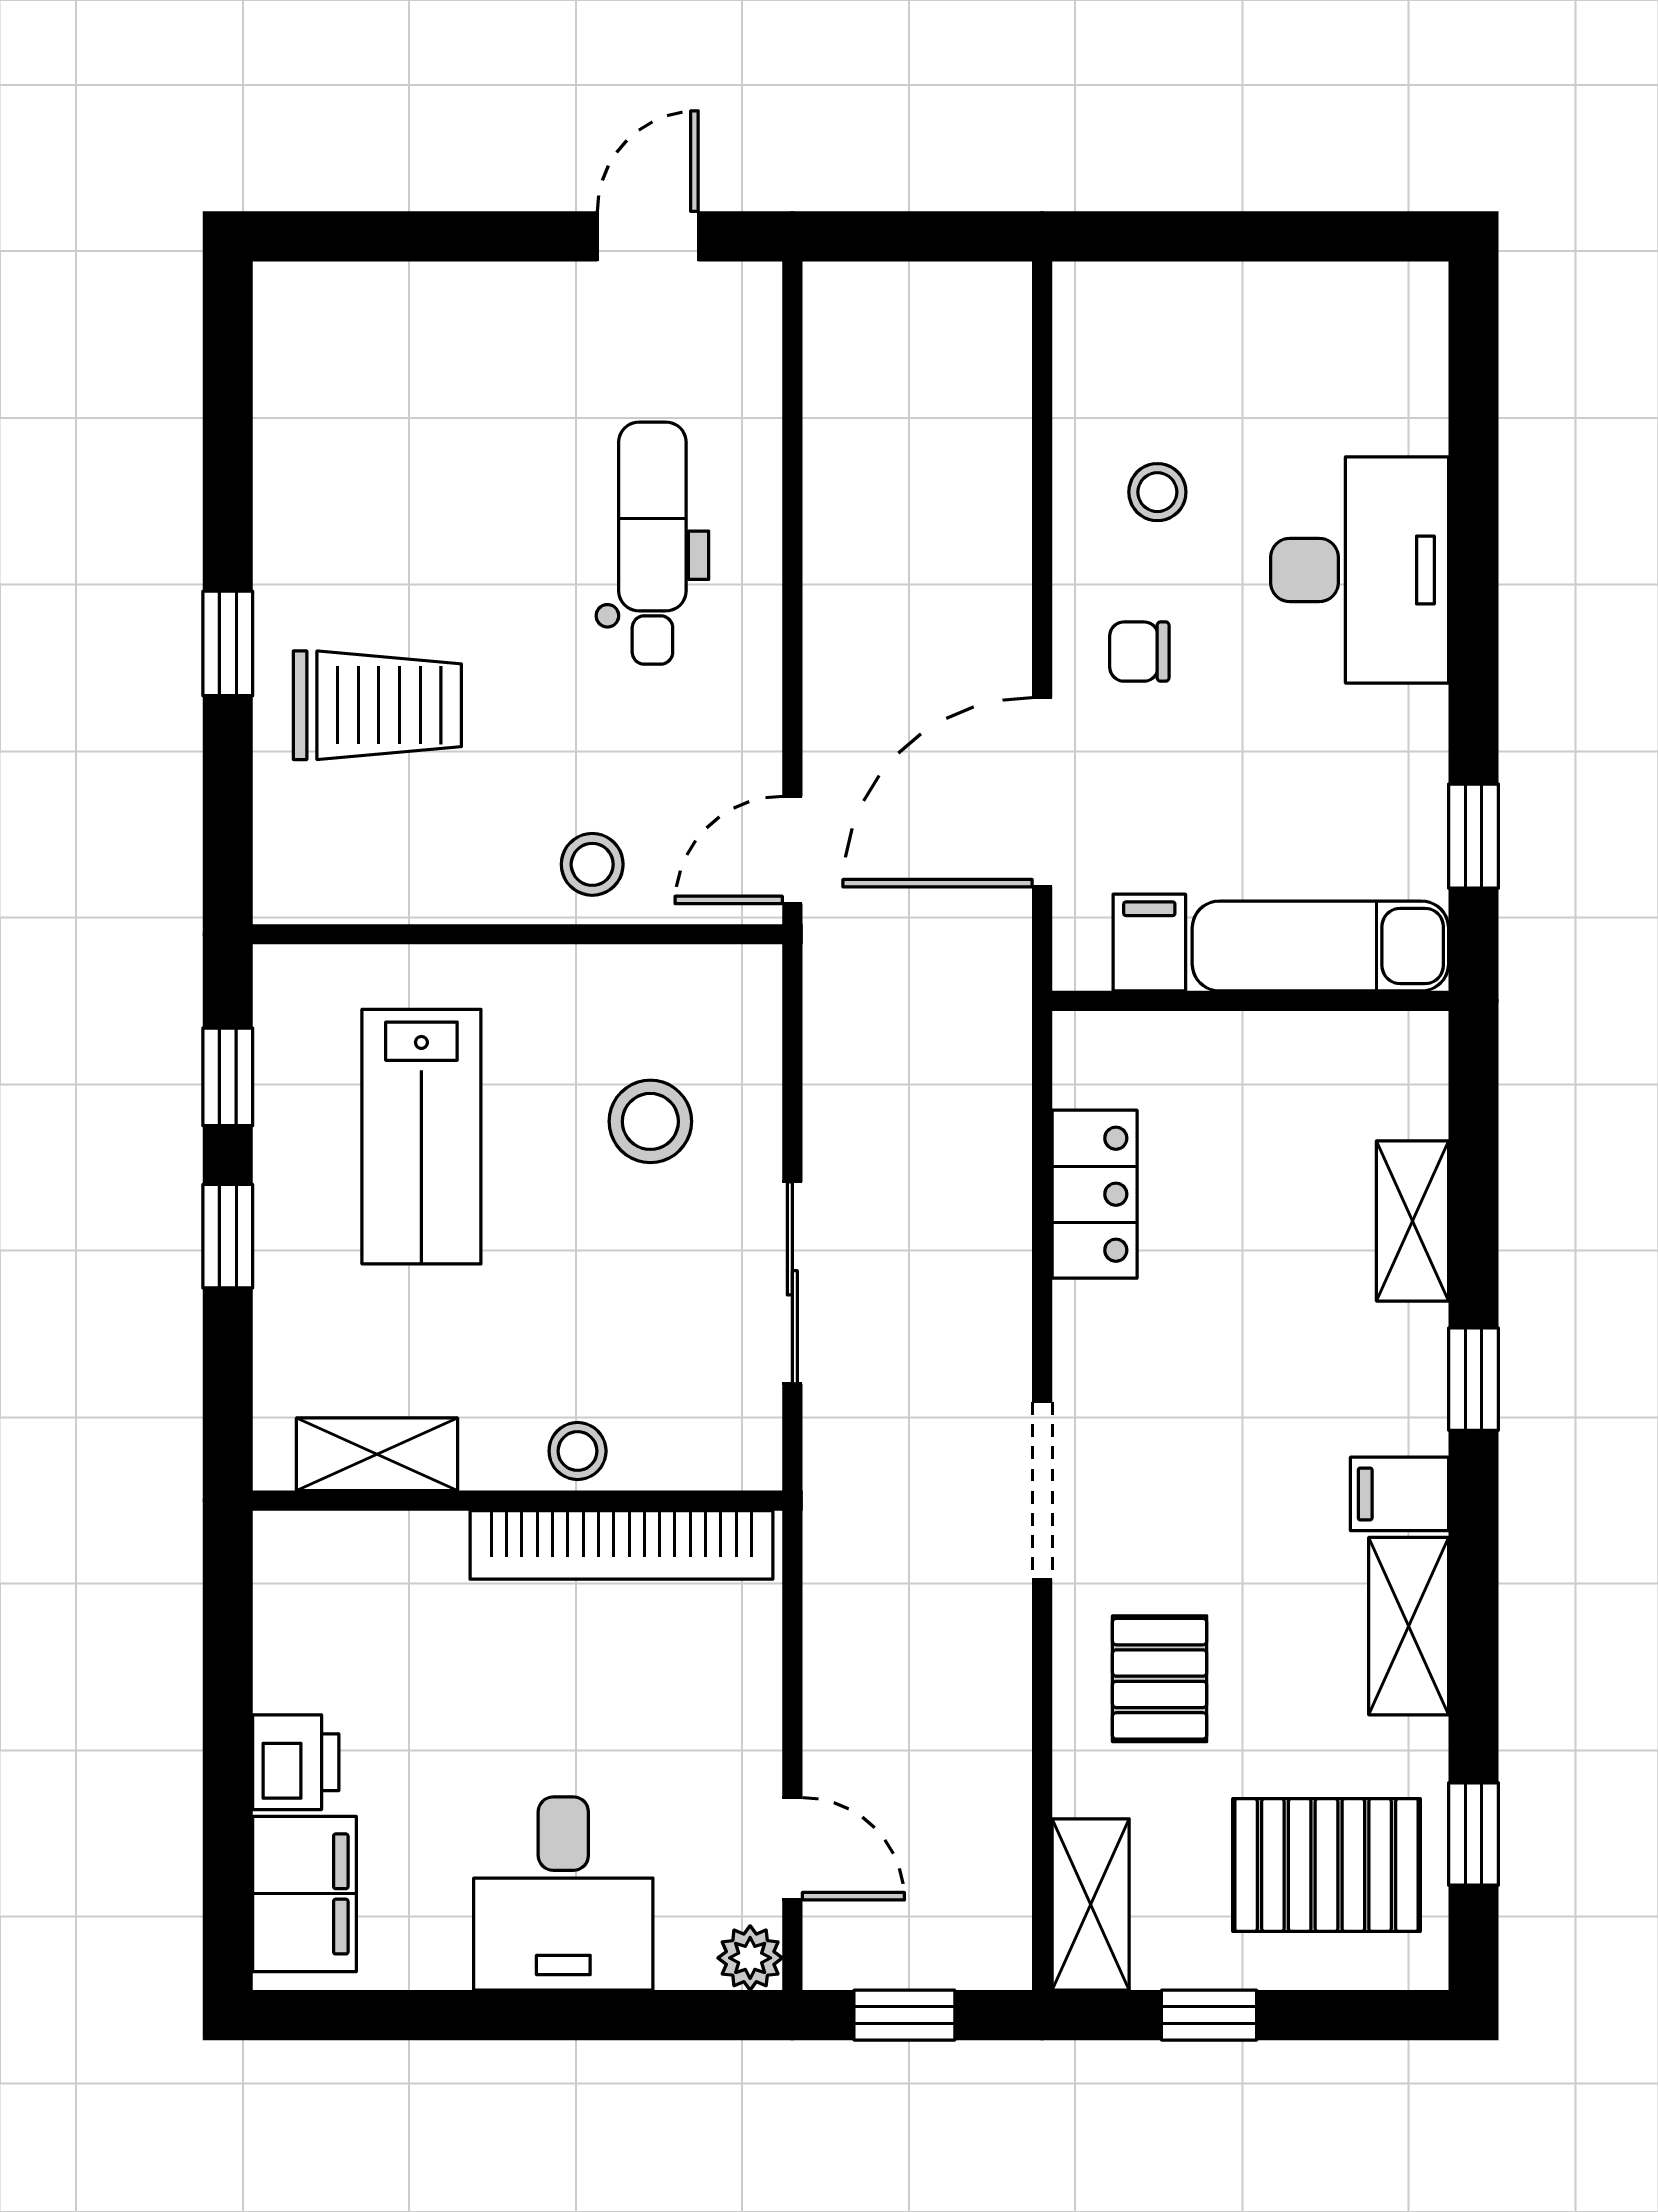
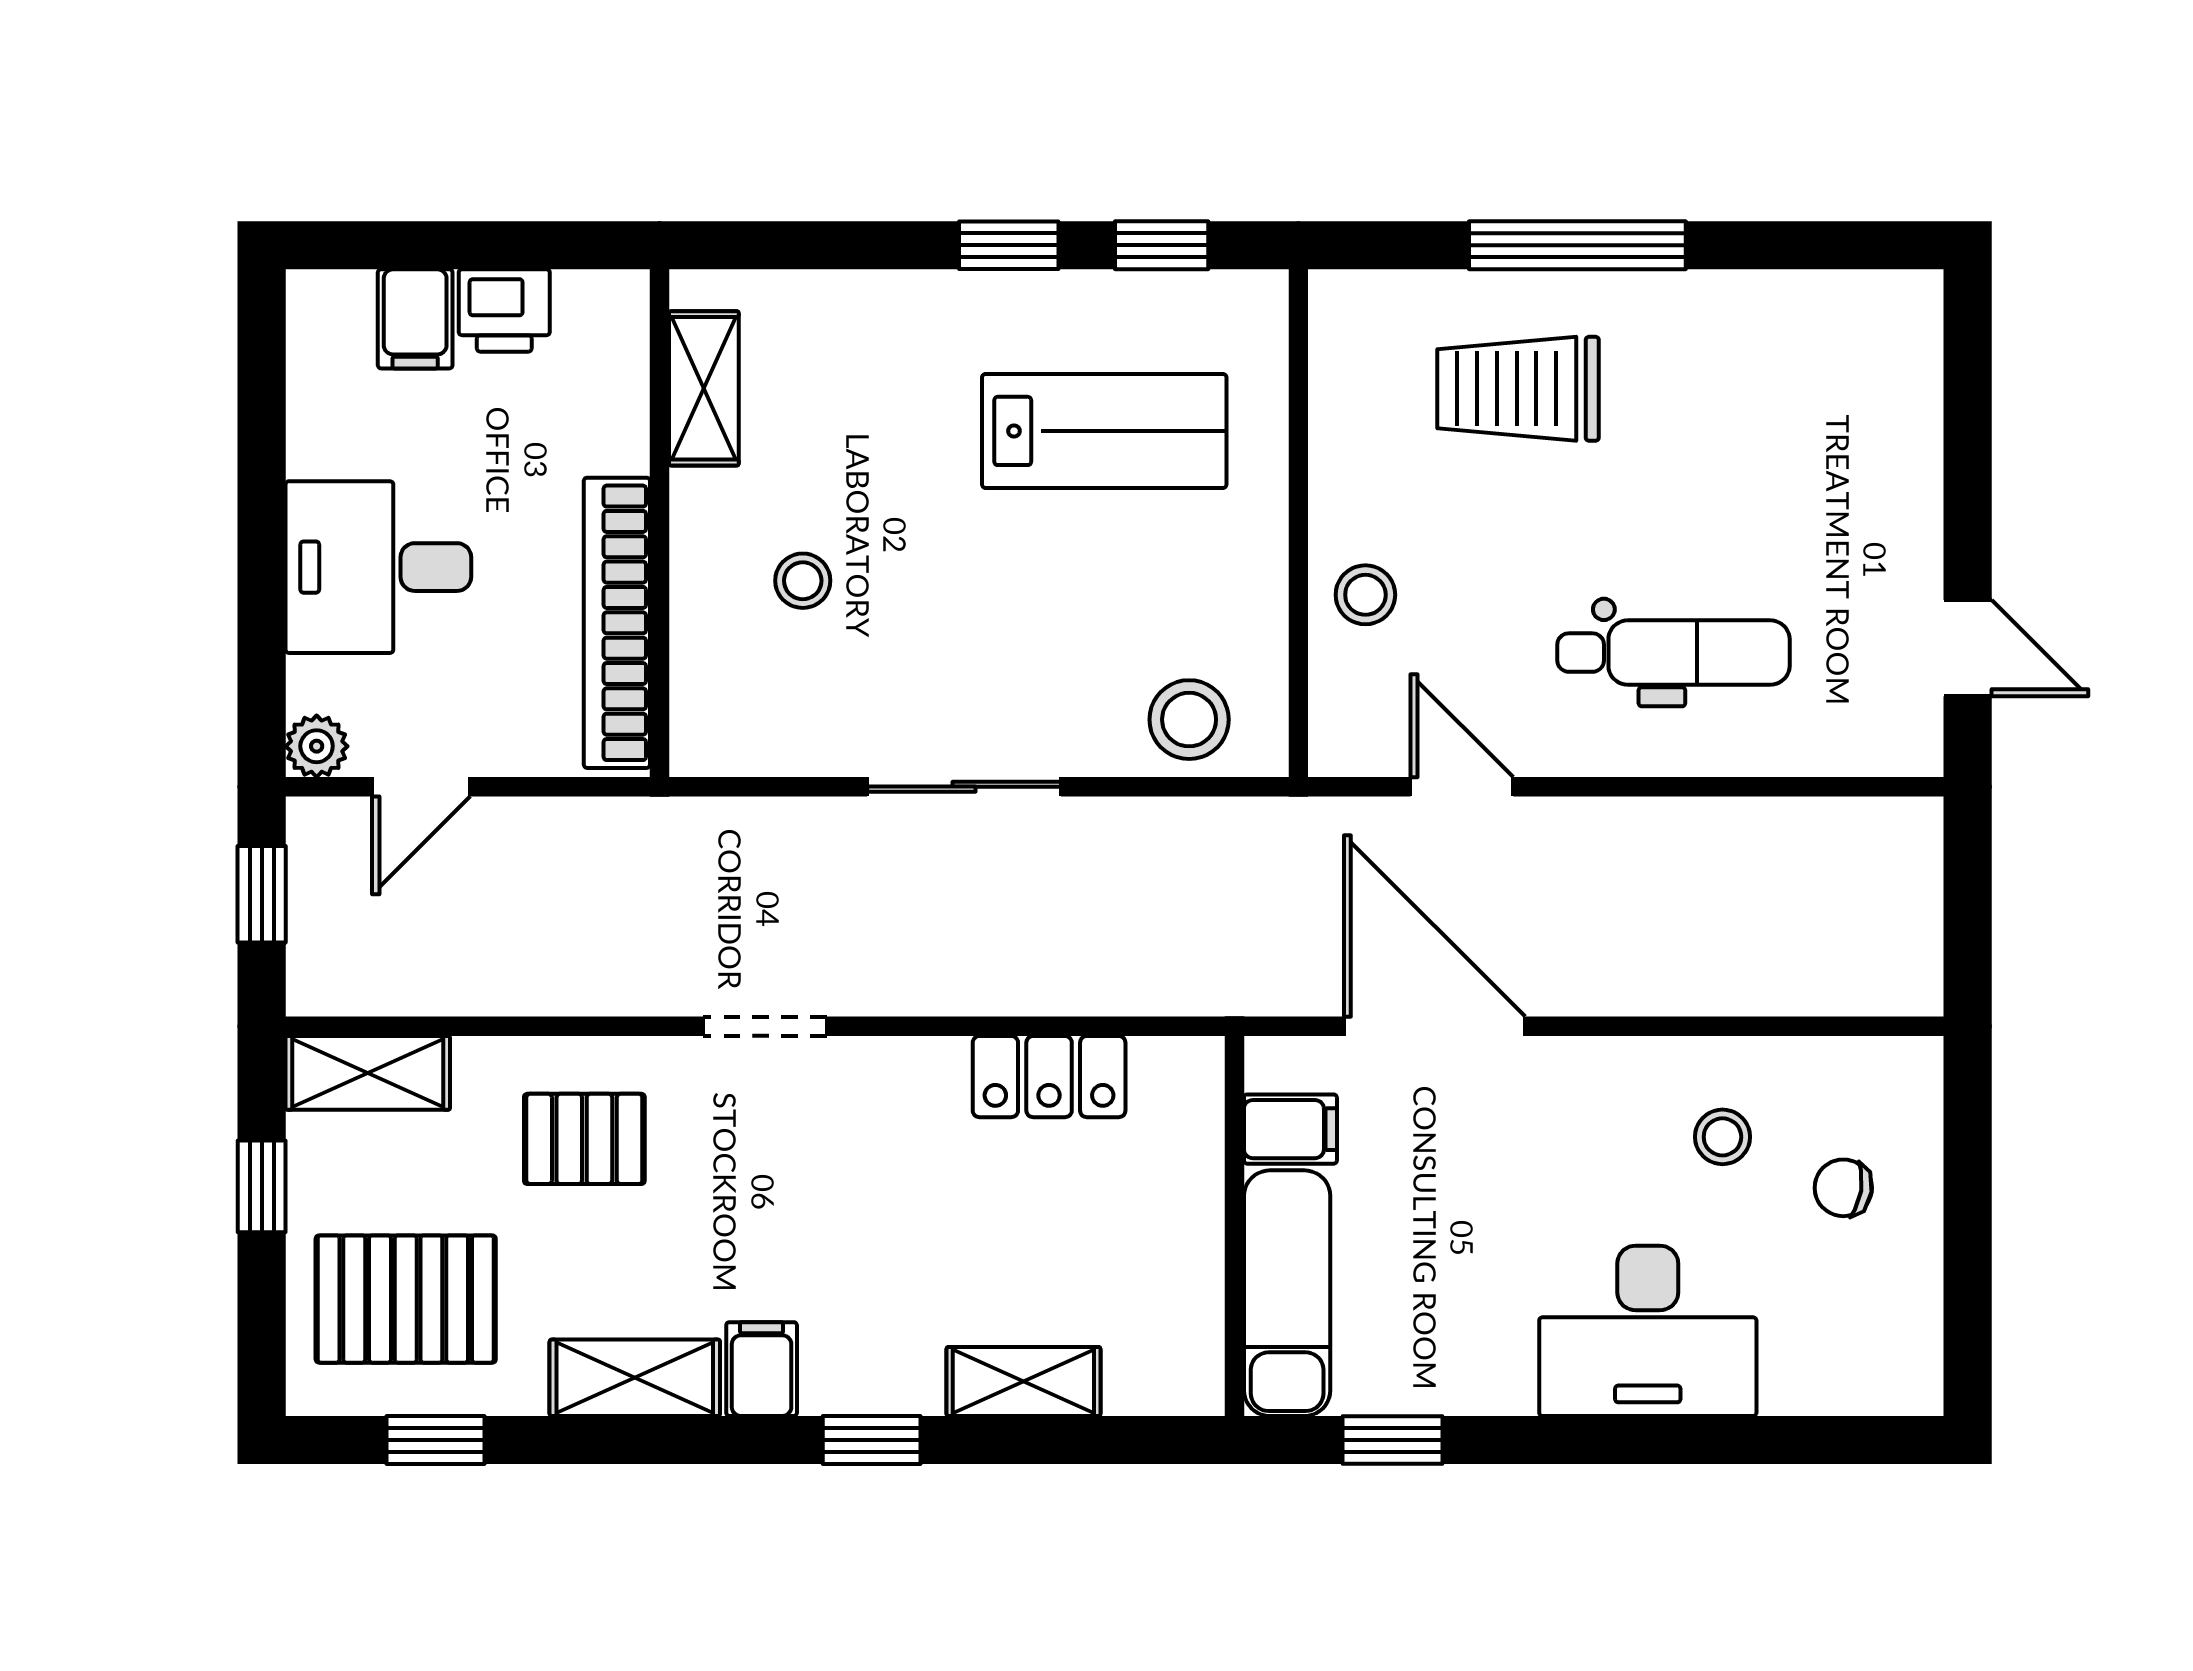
window: (228, 643) -> (1577, 245), width x2.17
chair: (1139, 652) -> (1843, 1188), moved, turned -81
trolley: (377, 705) -> (1518, 389), turned 90
door: (792, 850) -> (1462, 787), moved
stool: (650, 1121) -> (1189, 720), moved
lab bench: (421, 1137) -> (1104, 431), turned 180
shelving: (377, 1454) -> (704, 388), moved
doorway: (1042, 1491) -> (765, 1026), width x0.73
wall: (518, 1501) -> (659, 523), moved
bookcase: (621, 1545) -> (617, 623), moved
pallet: (1326, 1865) -> (406, 1299), turned 90
filing cabinet: (305, 1894) -> (415, 319), width x0.50

